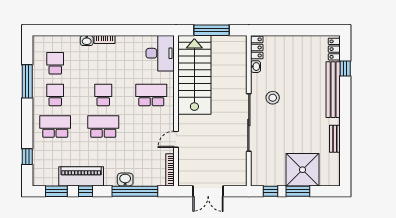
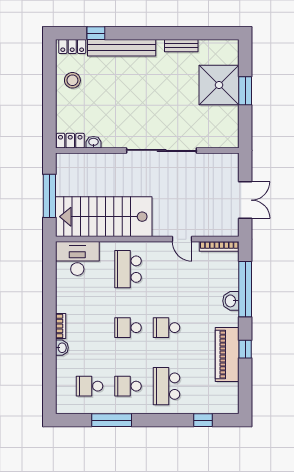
stool: (273, 98) -> (72, 80), moved
school desk: (103, 127) -> (167, 328), width x0.54
window: (56, 191) -> (245, 385), removed
window: (271, 191) -> (245, 124), removed

